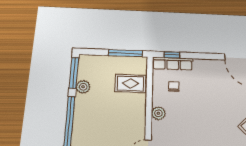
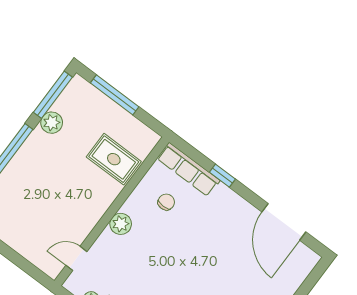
window: (126, 53) -> (115, 95), moved
window: (172, 55) -> (222, 176), moved

